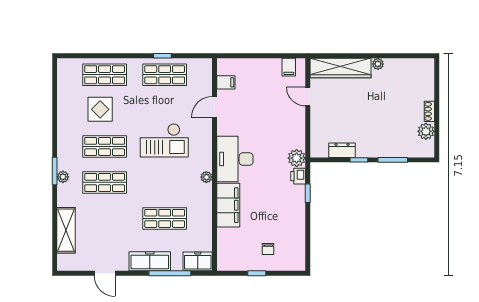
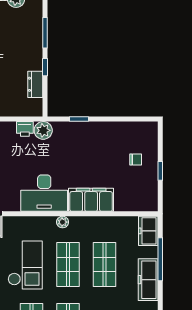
printer: (298, 176) -> (25, 129), moved
shop shelf: (165, 182) -> (68, 265), added

